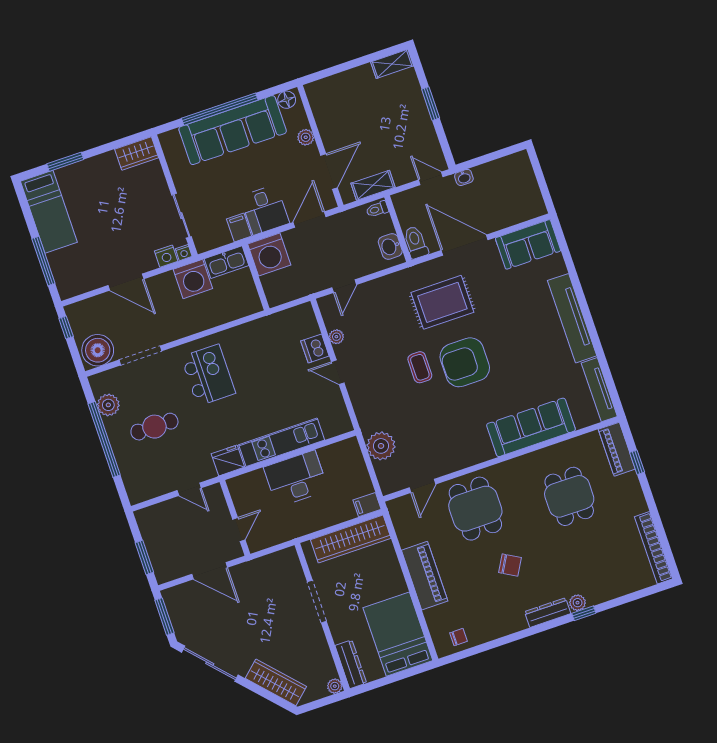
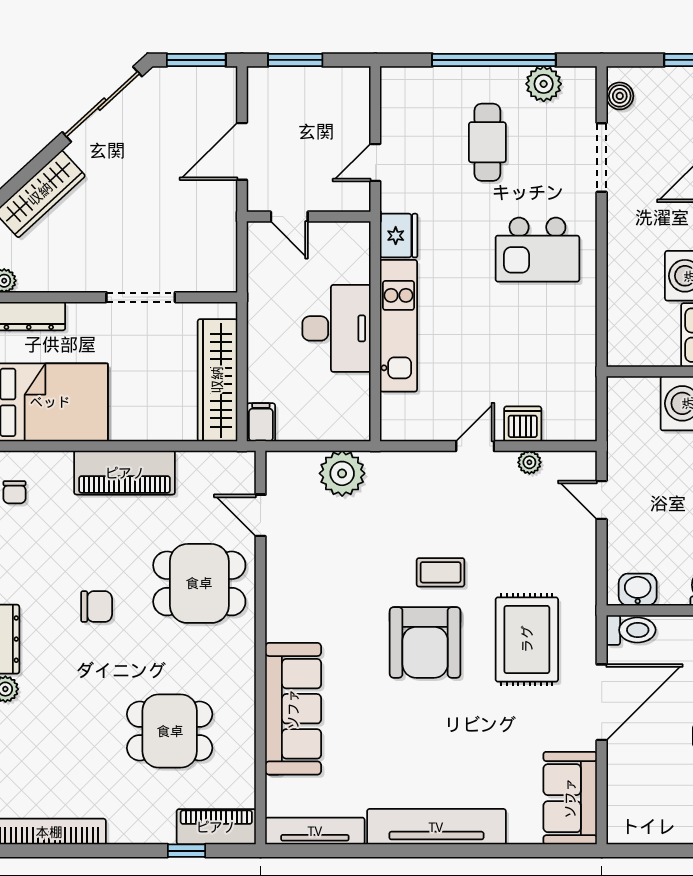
boiler: (98, 350) -> (620, 96), width x0.54, depth x0.54
armchair: (465, 362) -> (425, 642), turned 180
chair: (510, 565) -> (97, 607), turned -120

